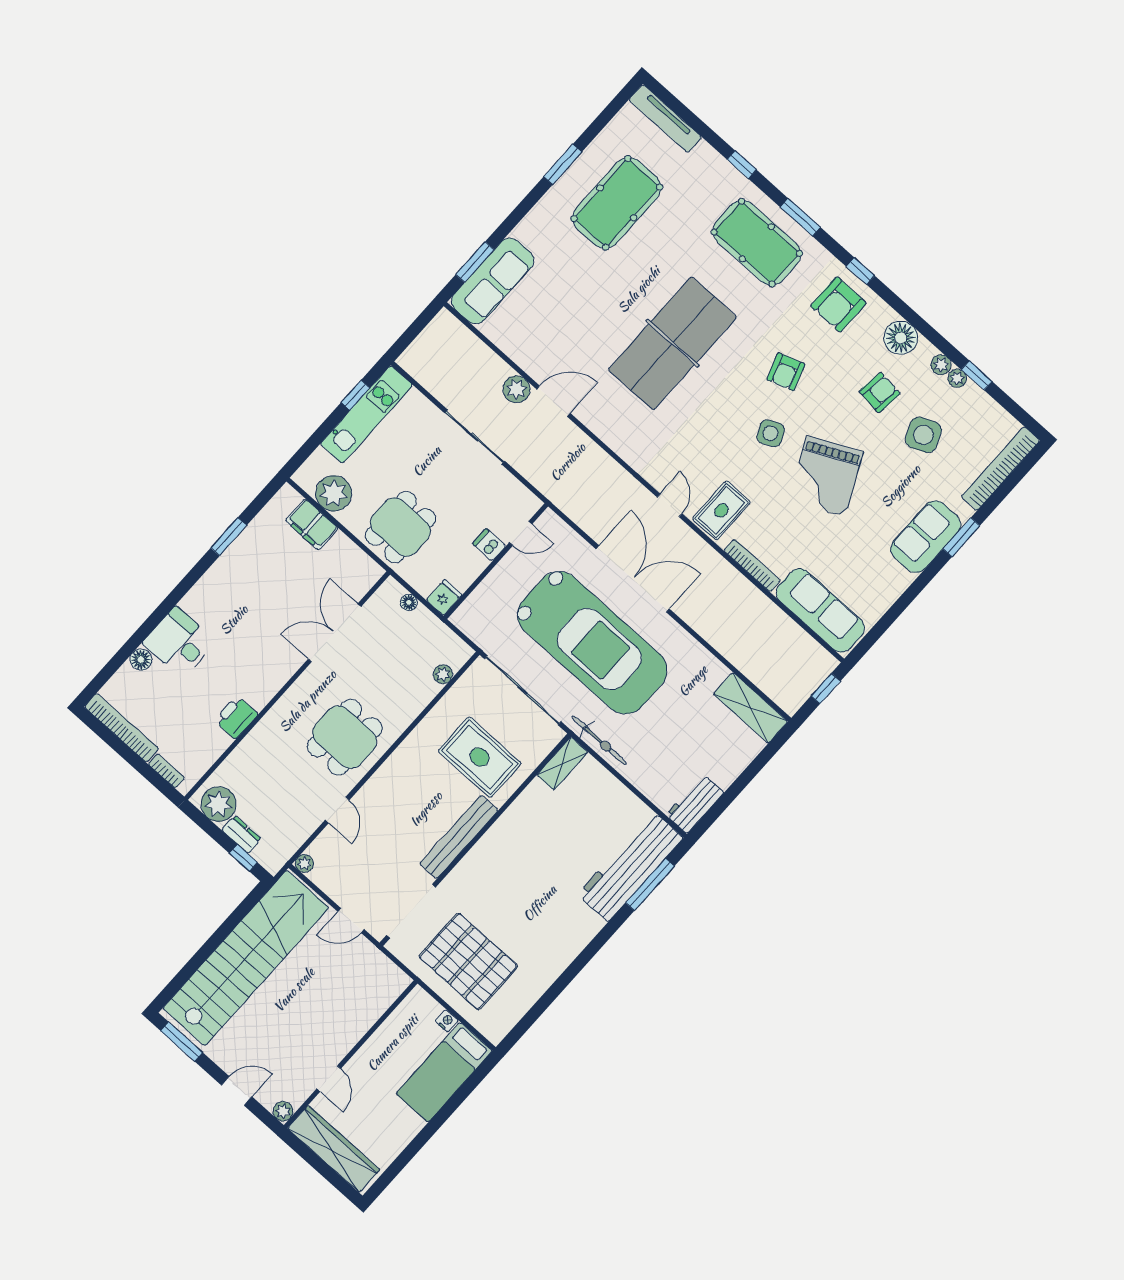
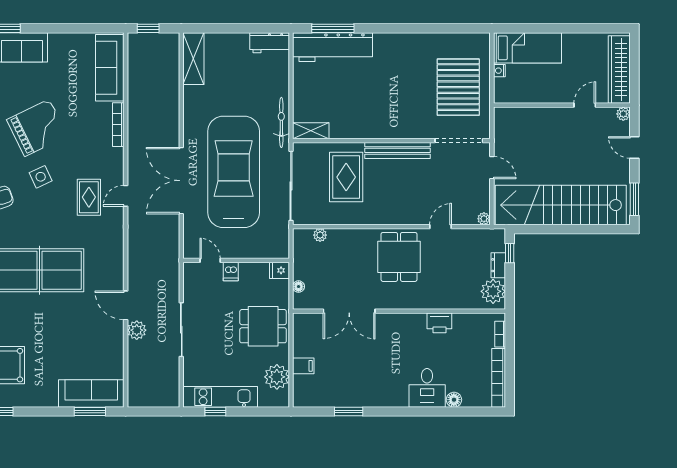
rug: (721, 510) -> (89, 197), moved, turned 90
filing cabinet: (312, 524) -> (303, 366), width x0.50
dining table: (345, 737) -> (399, 257), turned 90

